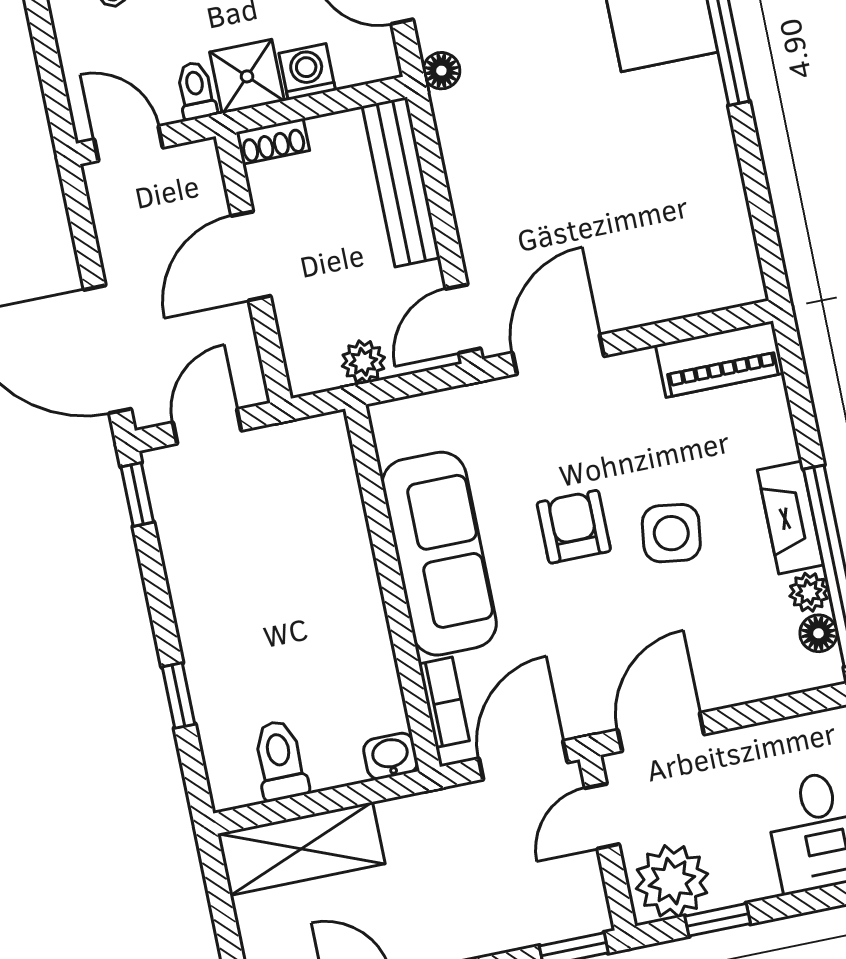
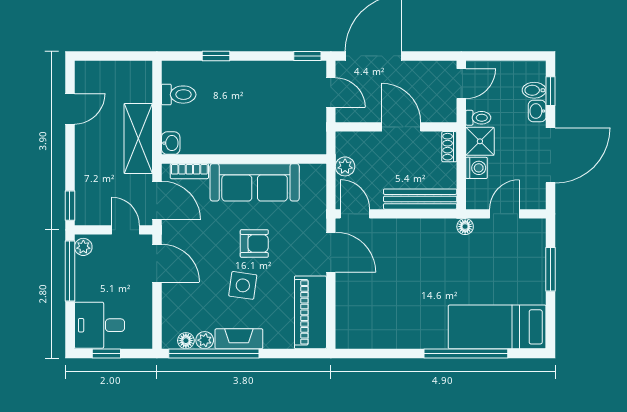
piano: (720, 359) -> (310, 312), width x1.37, depth x1.33
shelving: (301, 849) -> (138, 138), moved
plant: (672, 881) -> (83, 247), width x0.53, depth x0.53
window: (718, 920) -> (70, 271), width x2.17

